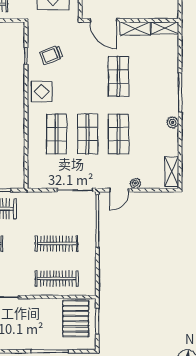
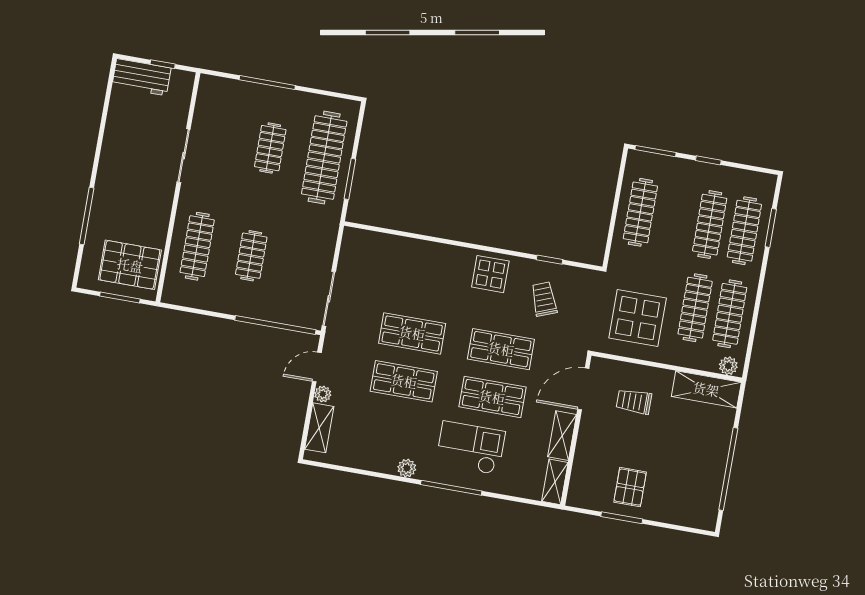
checkout: (153, 85) -> (471, 448), added
shop shelf: (57, 134) -> (501, 349), moved
shelving: (172, 172) -> (319, 428), moved, turned 90
door: (119, 190) -> (317, 367), hinge flipped
clothes rail: (57, 244) -> (251, 256), width x0.73

